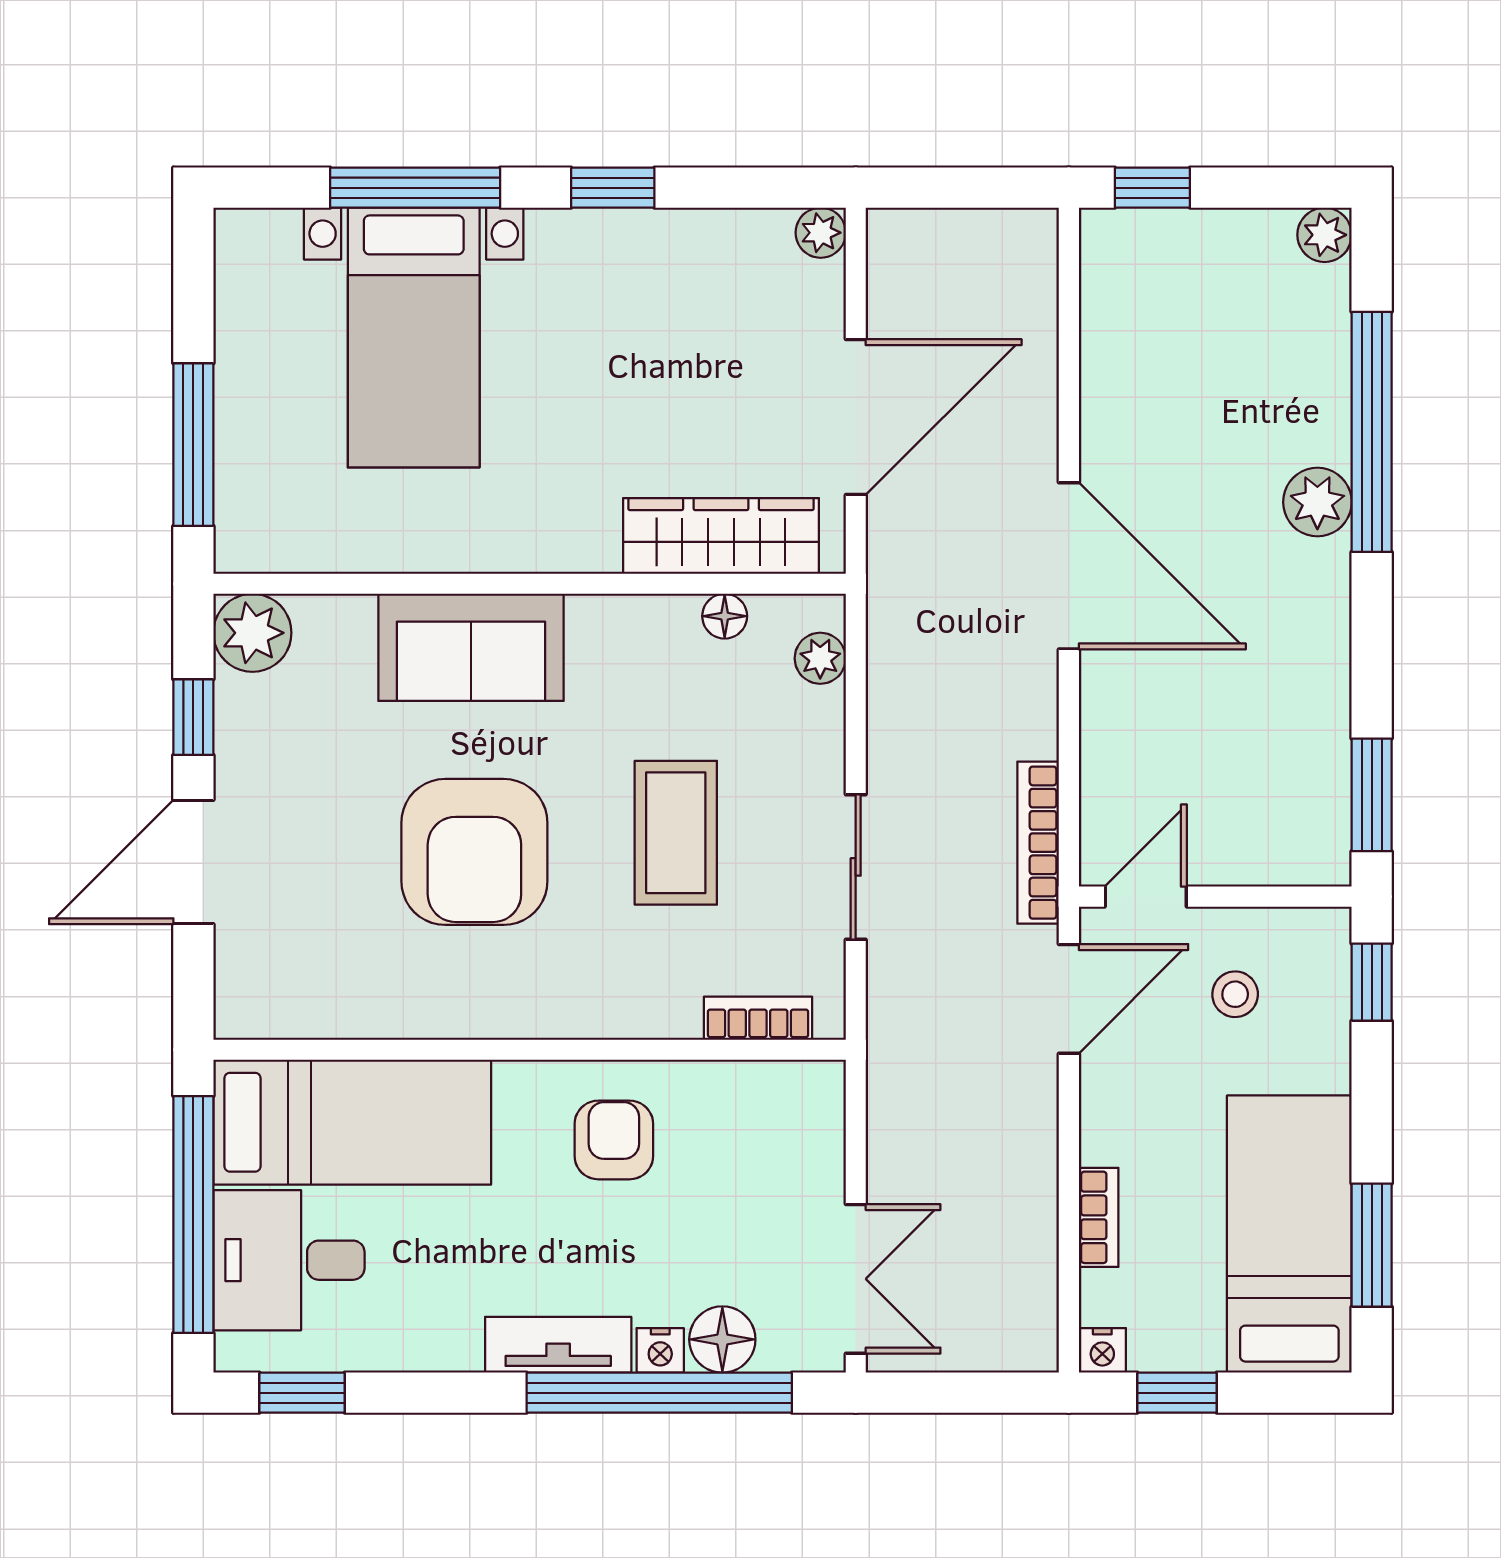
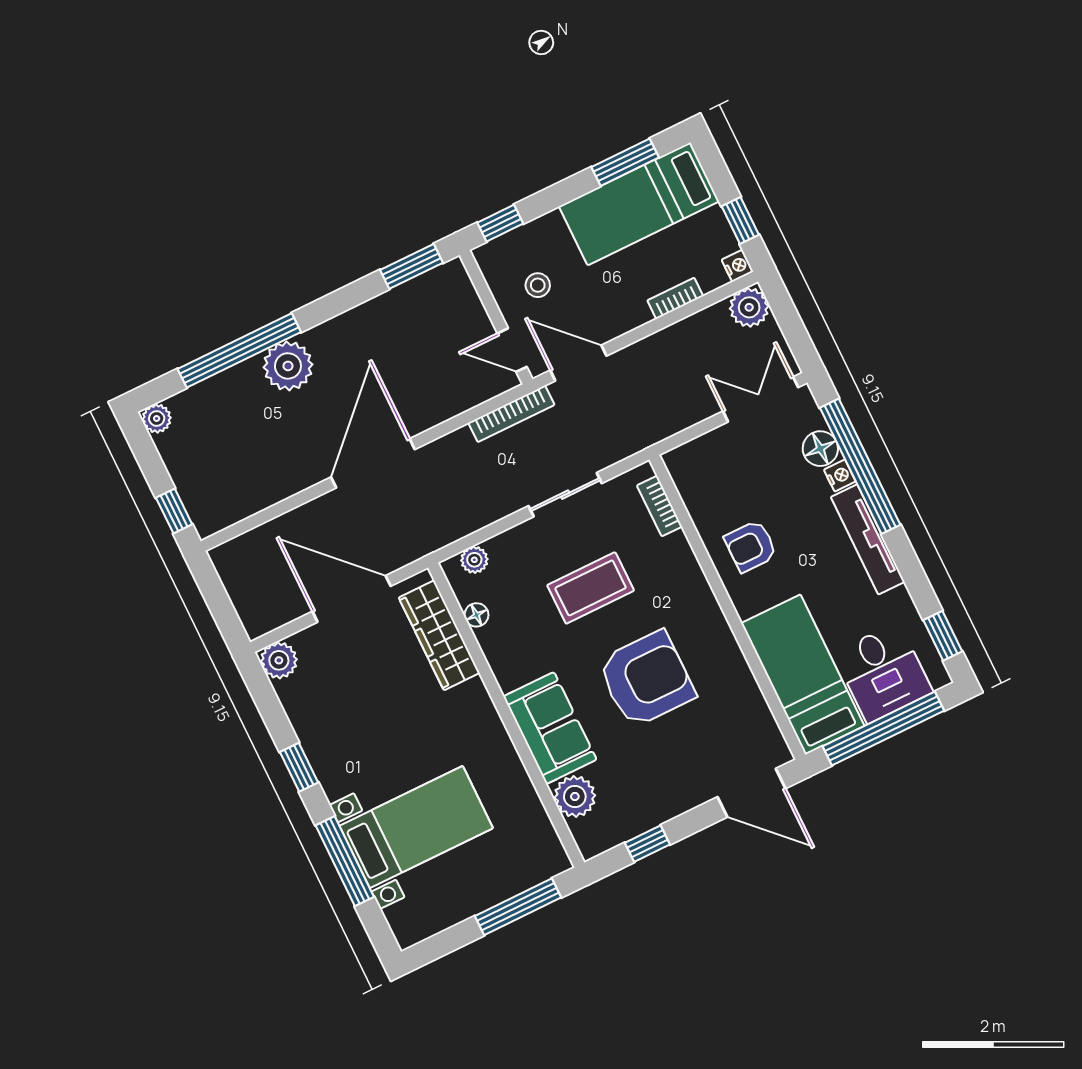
plant: (821, 233) -> (279, 660), width x1.38, depth x1.38
plant: (1317, 502) -> (288, 366), width x1.36, depth x1.36
plant: (252, 633) -> (575, 797), moved
door: (193, 862) -> (752, 793), moved
plant: (1022, 1336) -> (749, 307), added
tv unit: (558, 1345) -> (868, 539), width x1.41

